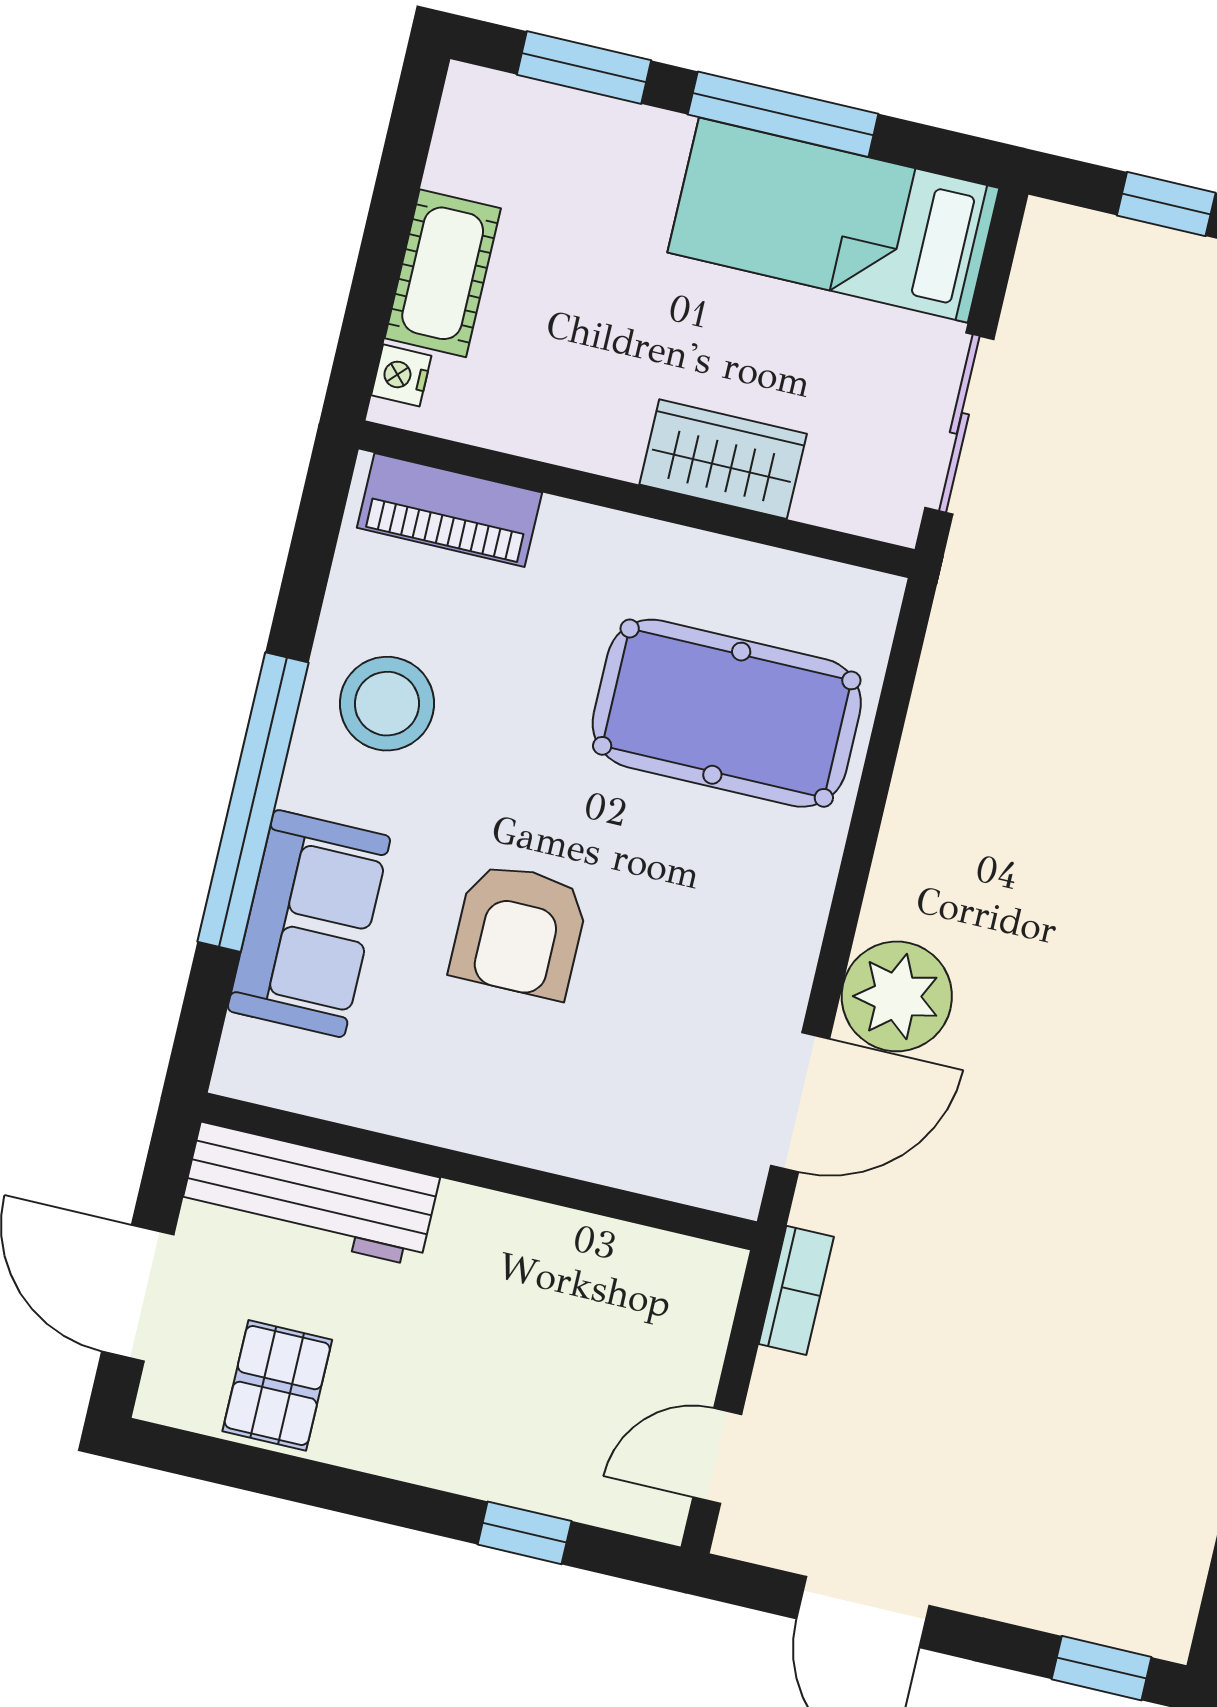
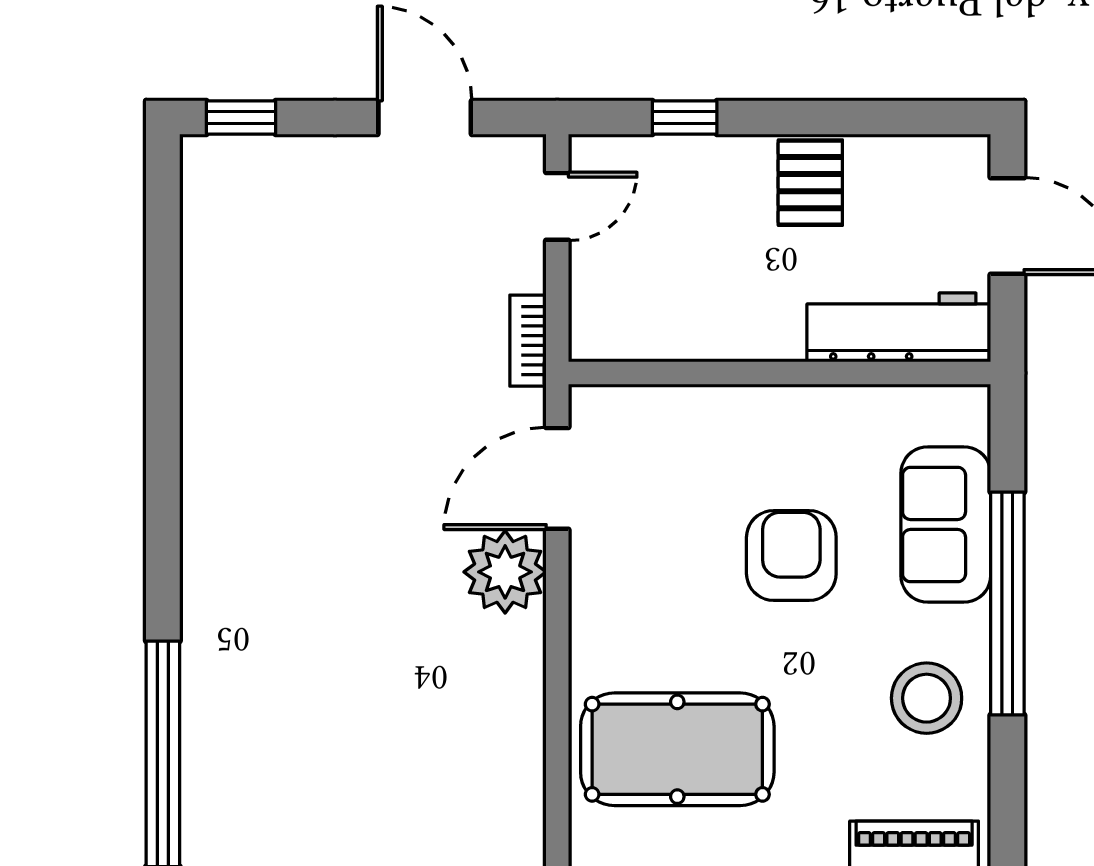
pallet: (277, 1385) -> (810, 183), moved

